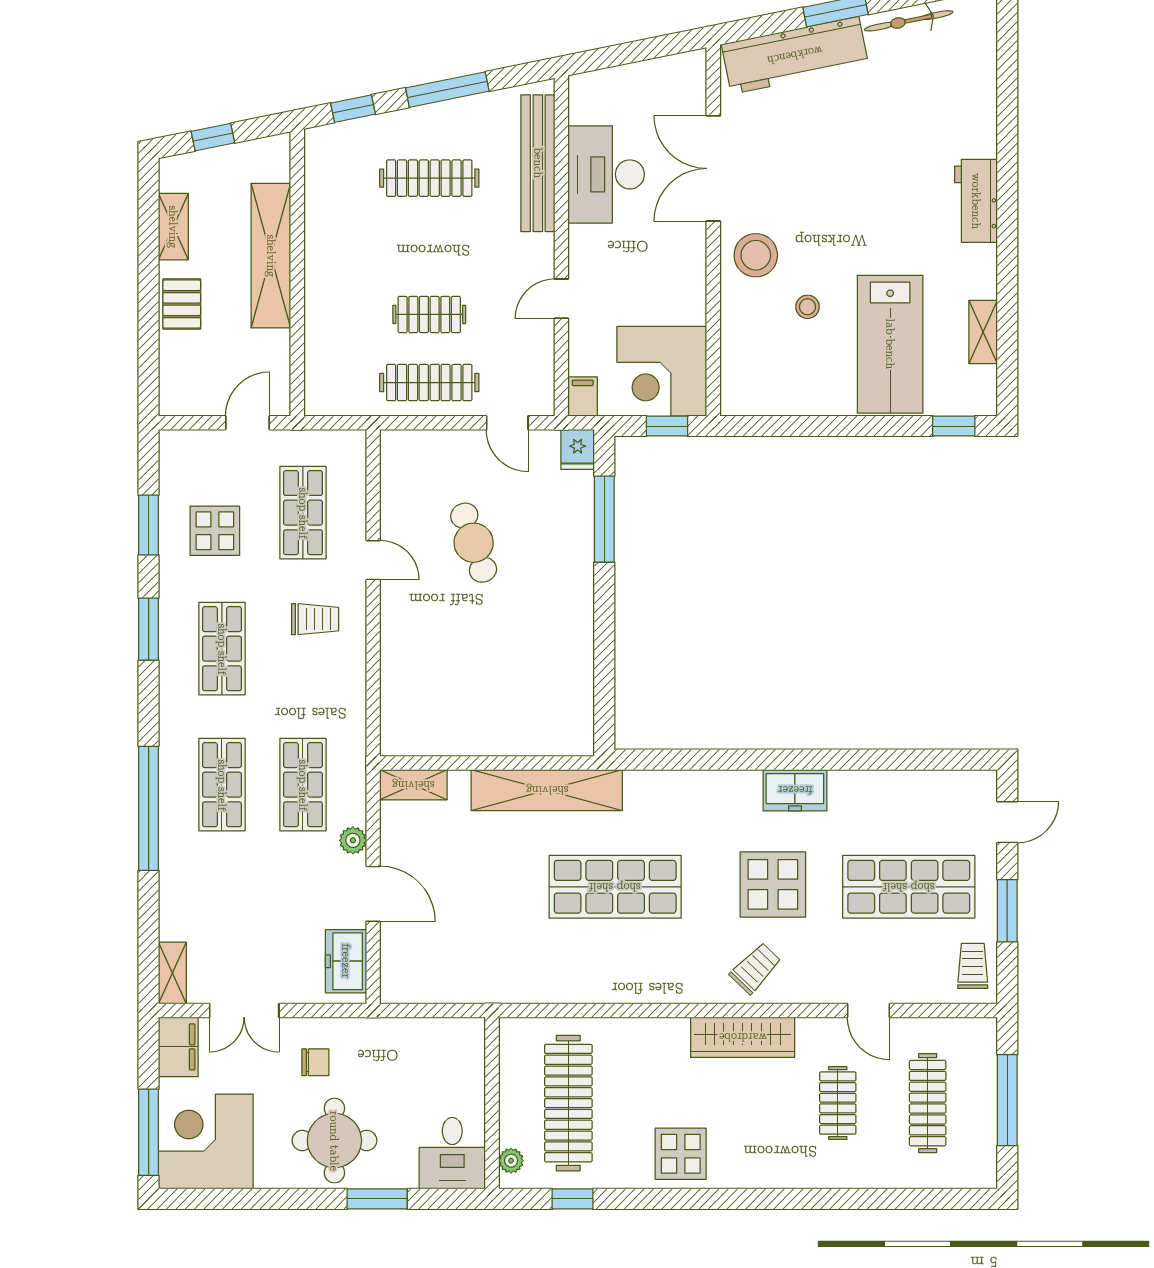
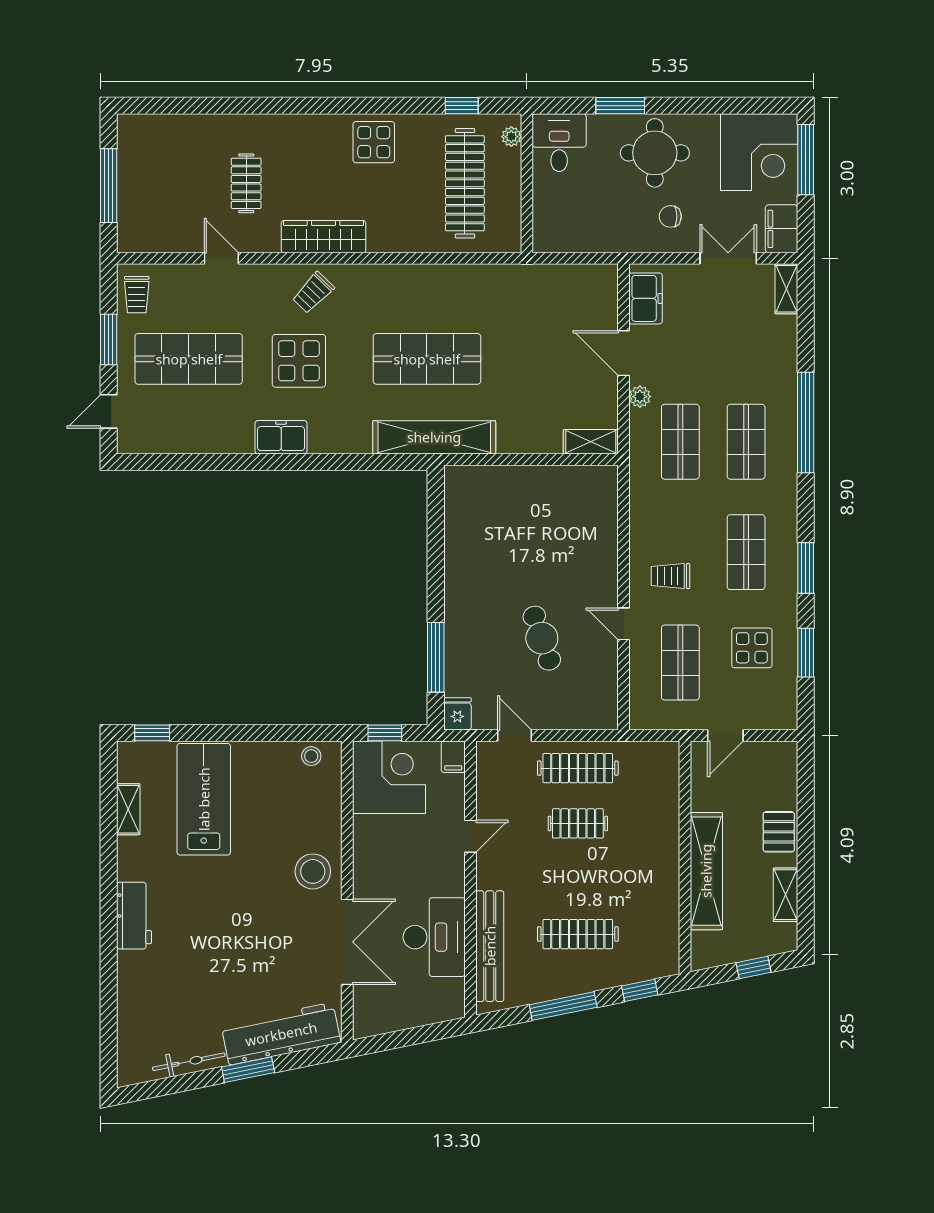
stool: (808, 307) -> (311, 756), moved
shelving: (547, 790) -> (434, 437), moved
clothes rail: (928, 1103) -> (173, 183), removed

